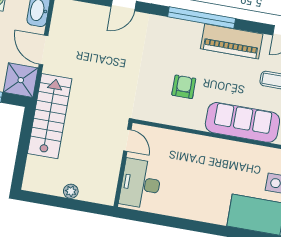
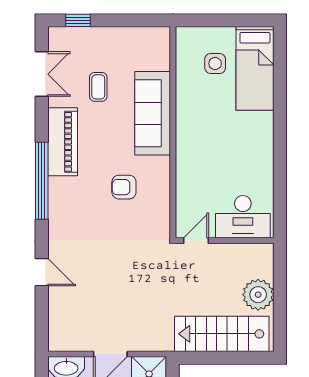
stairs: (50, 116) -> (222, 334), moved
plant: (71, 191) -> (258, 295), width x1.88, depth x1.88

